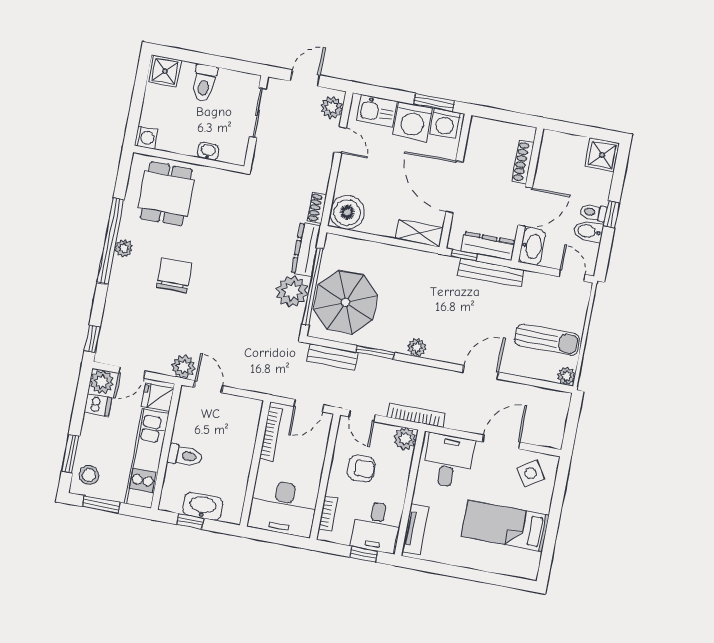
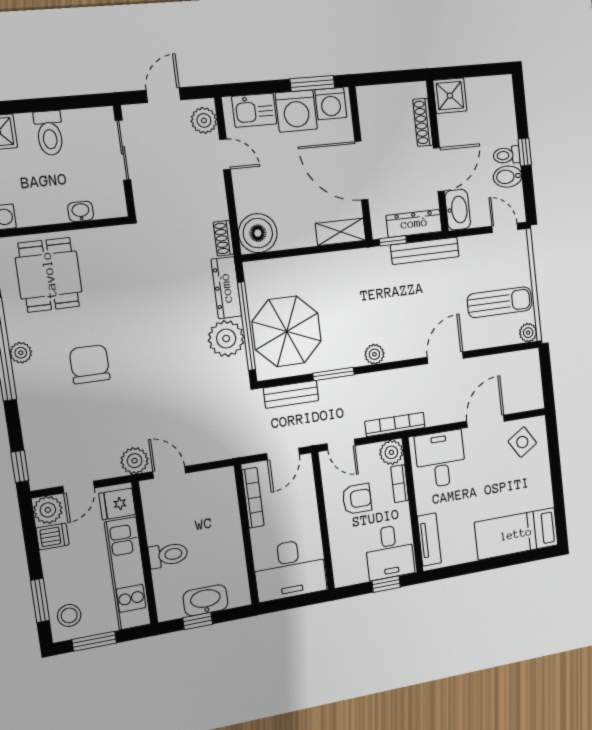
shower: (602, 155) -> (450, 96), moved
bookcase: (328, 514) -> (400, 484), moved, turned 180
bed: (505, 526) -> (516, 534), moved

